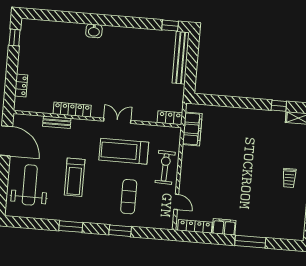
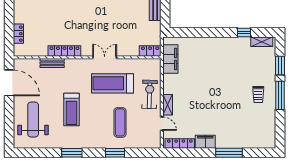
shelving: (185, 181) -> (168, 105), added

